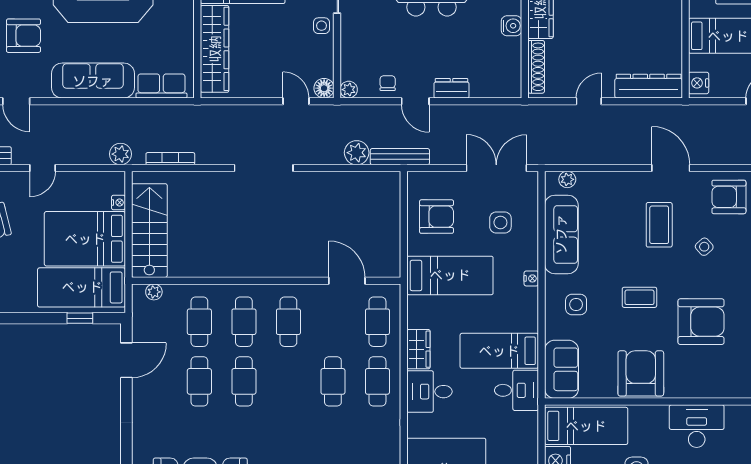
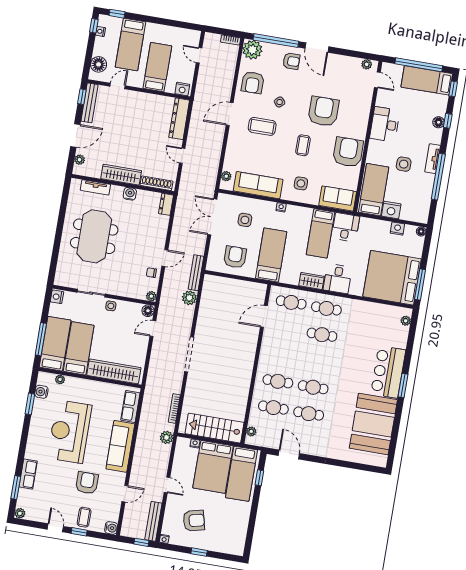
dresser: (451, 88) -> (166, 204), moved
cafe table: (288, 322) -> (282, 355), removed
armchair: (641, 373) -> (348, 152), turned 90

